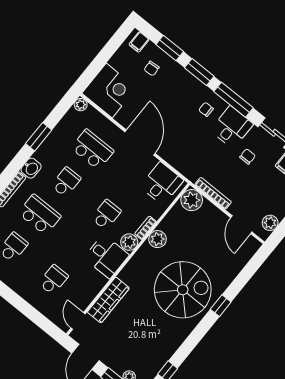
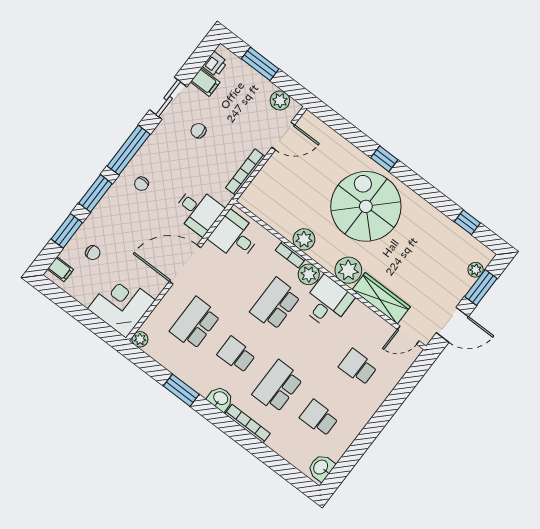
desk: (232, 127) -> (198, 211), moved, turned 180
plant: (192, 200) -> (348, 270), moved
school desk: (106, 215) -> (275, 304), width x1.85

